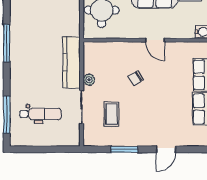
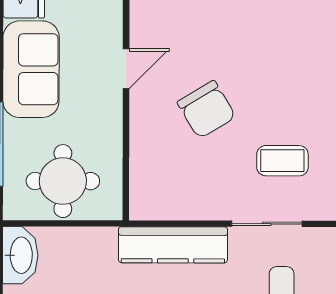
chair: (136, 78) -> (207, 110), width x1.87, depth x1.87
plant: (89, 80) -> (210, 208), removed

